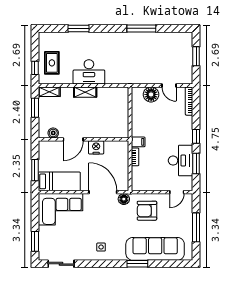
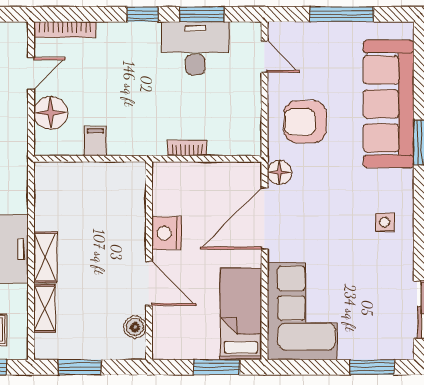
shelving: (49, 92) -> (45, 308), moved
filing cabinet: (138, 142) -> (95, 141), moved
armchair: (147, 211) -> (305, 122), turned 90

